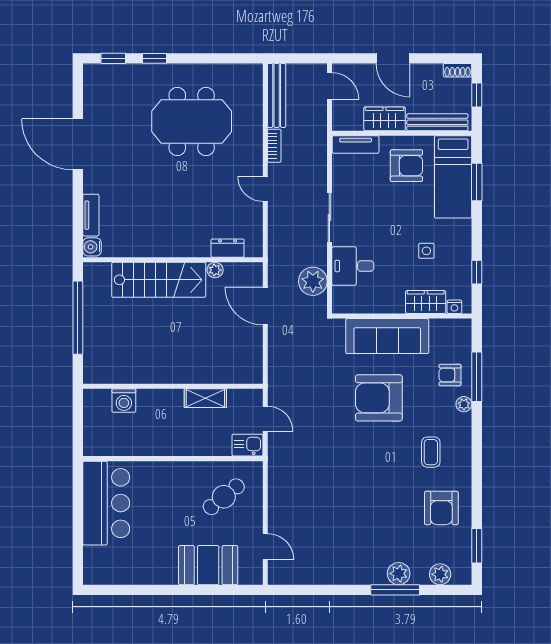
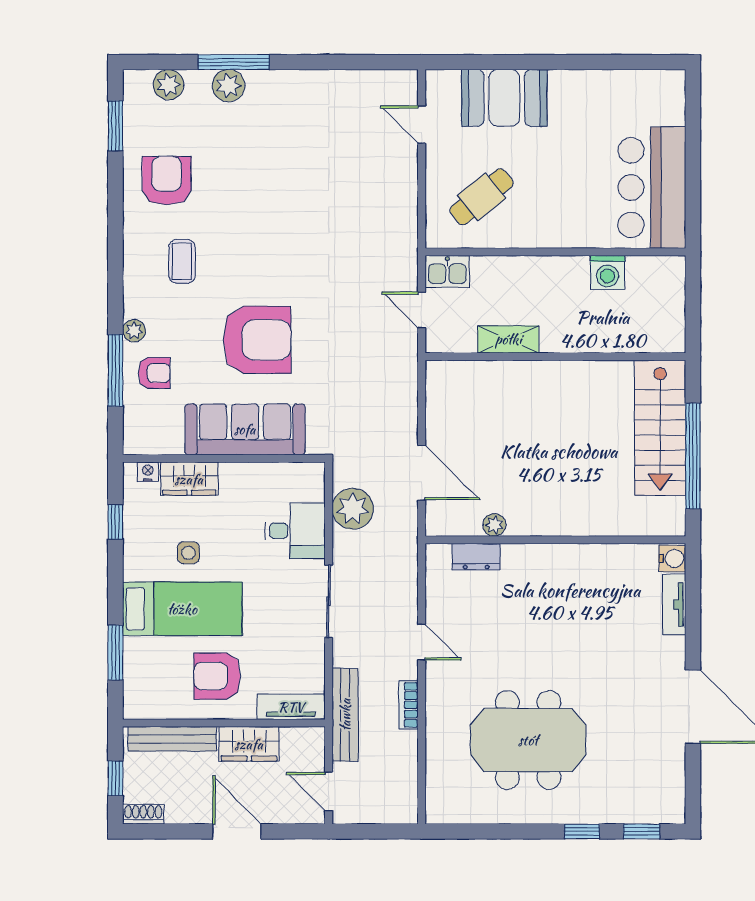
bench: (277, 95) -> (345, 715), moved
bed: (453, 177) -> (182, 609), moved, turned 90
stairs: (159, 280) -> (660, 428), moved, turned -90
washing machine: (124, 401) -> (608, 273), moved, turned 180

